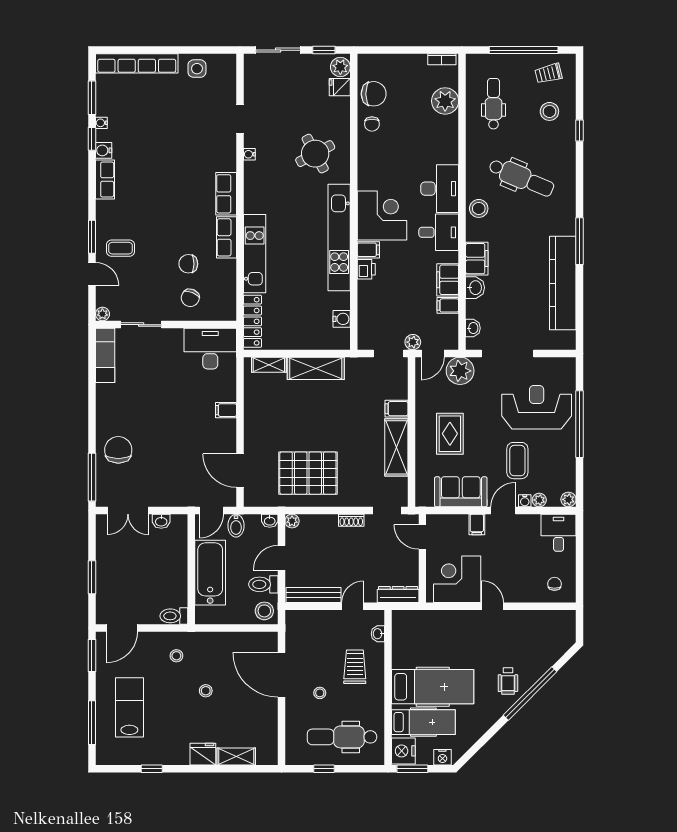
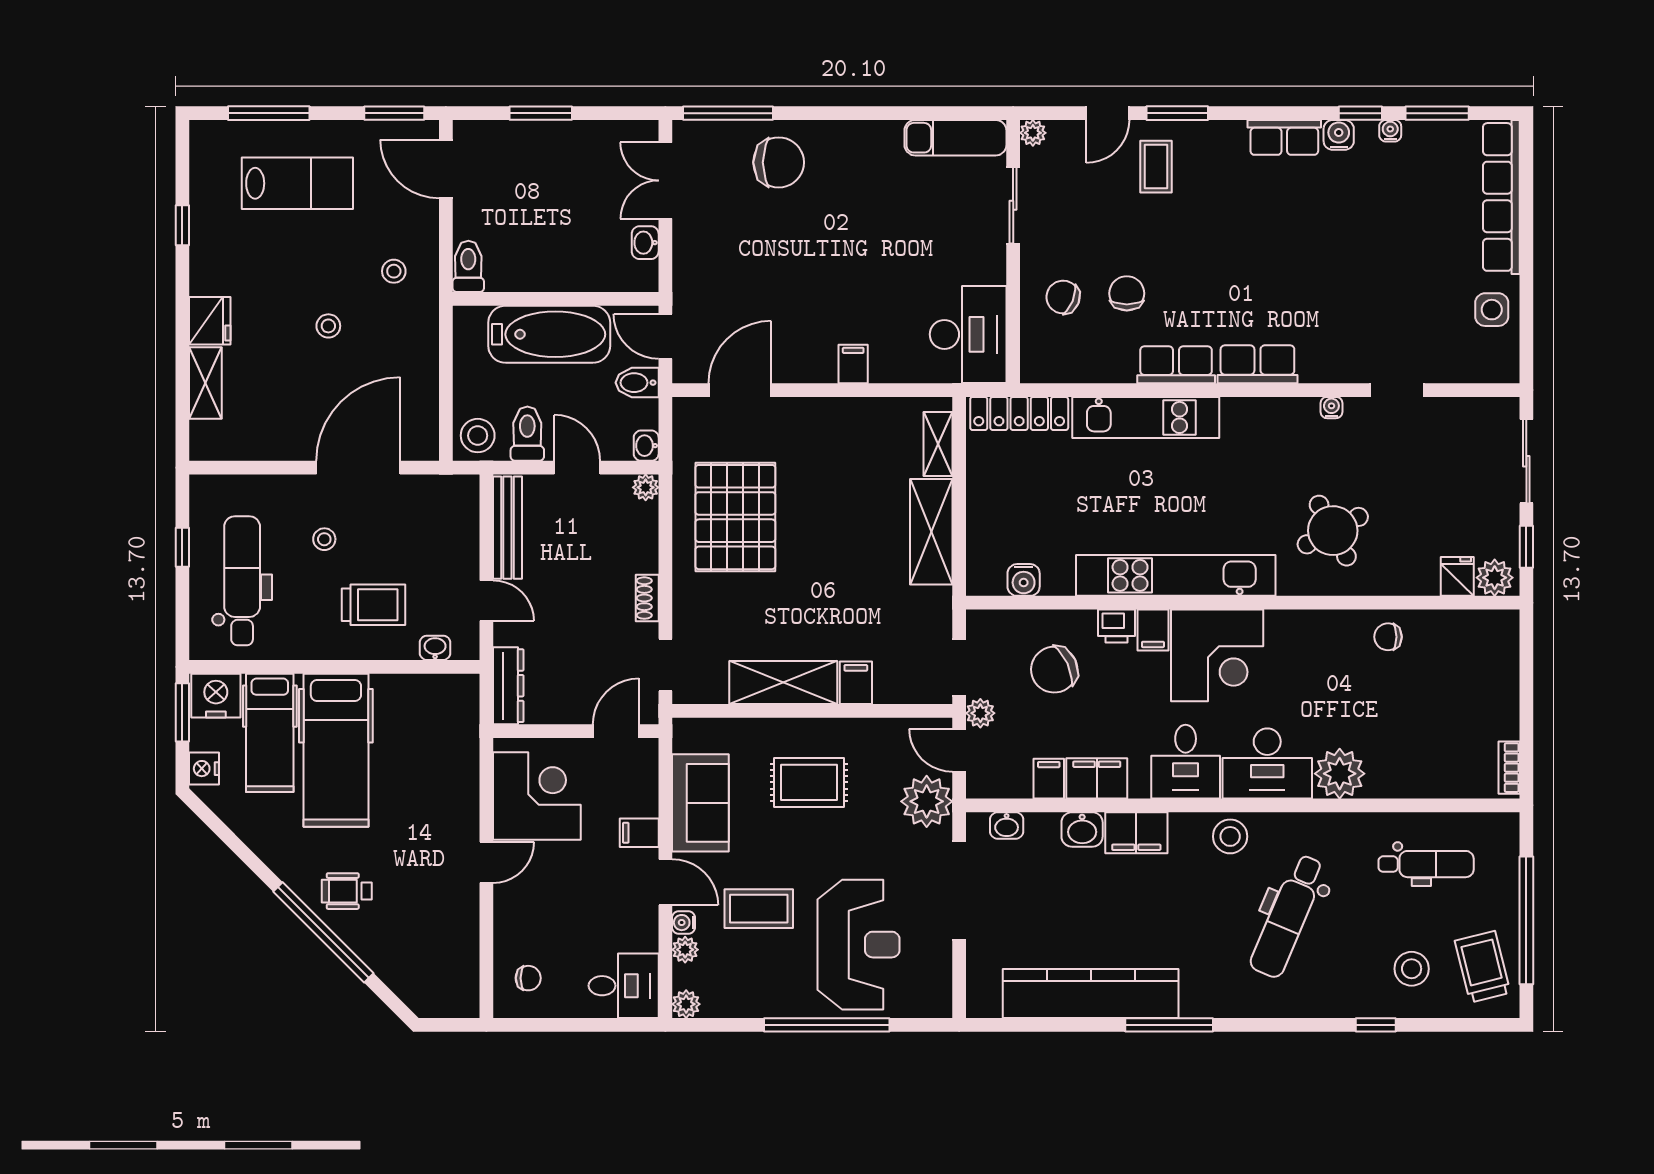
trolley: (548, 73) -> (1483, 967), width x1.36, depth x1.39
chair: (374, 94) -> (1054, 670), moved, turned 65
plant: (445, 101) -> (1340, 774), moved

